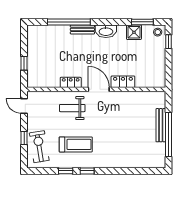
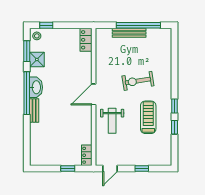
window: (69, 22) -> (27, 93), moved
locker: (71, 82) -> (87, 155), moved
locker: (123, 82) -> (86, 40), moved
exercise bike: (39, 147) -> (138, 81), moved

